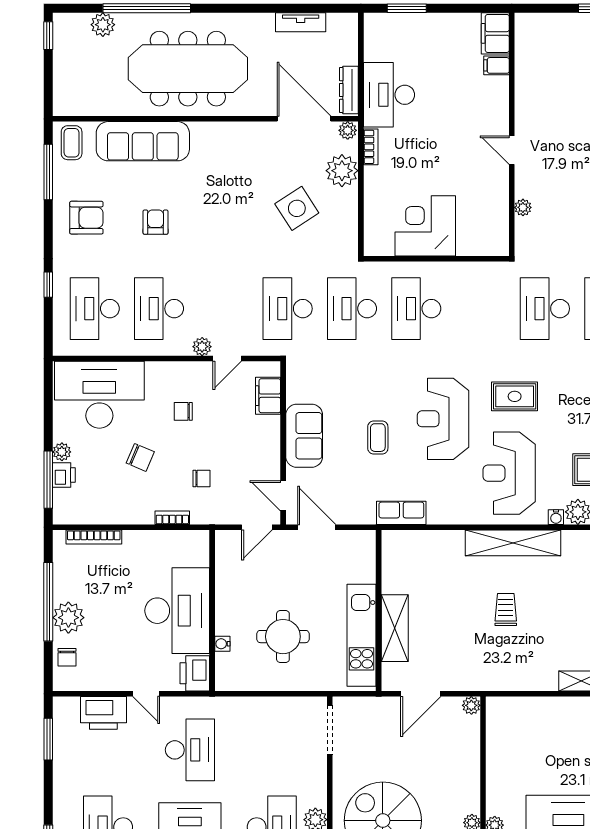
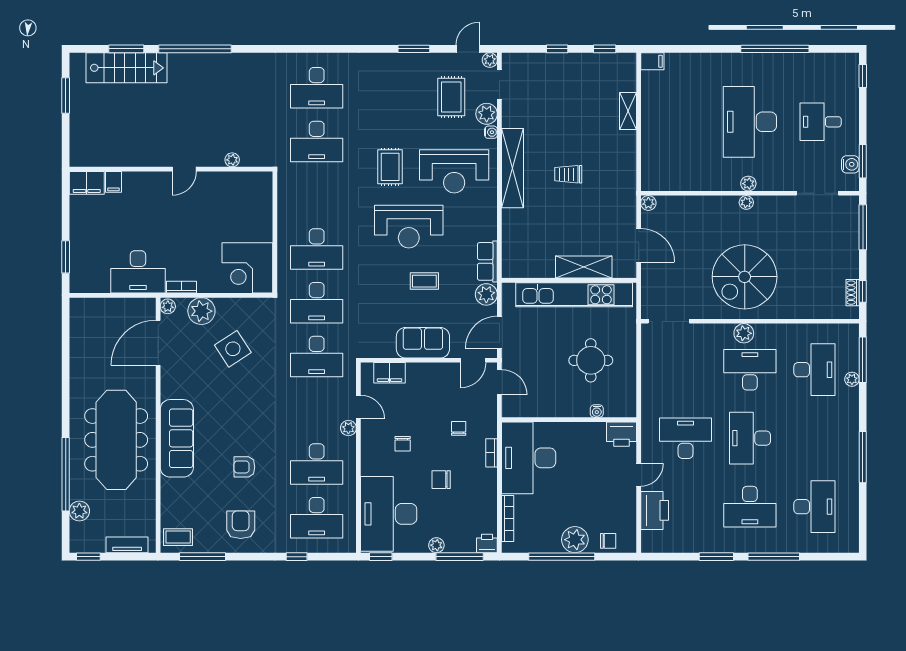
tv unit: (301, 22) -> (127, 545), moved, turned -90
dresser: (349, 90) -> (134, 305), removed
sofa: (143, 141) -> (177, 438), moved
corner desk: (425, 226) -> (247, 268), moved
window: (48, 385) -> (381, 557), added
chair: (140, 457) -> (441, 480), turned -113
printer: (64, 475) -> (487, 543), moved
plant: (362, 512) -> (486, 294), added
desk: (177, 611) -> (529, 458), moved, turned -90
kitchen unit: (362, 635) -> (574, 295), width x1.36
window: (48, 739) -> (716, 557), moved

